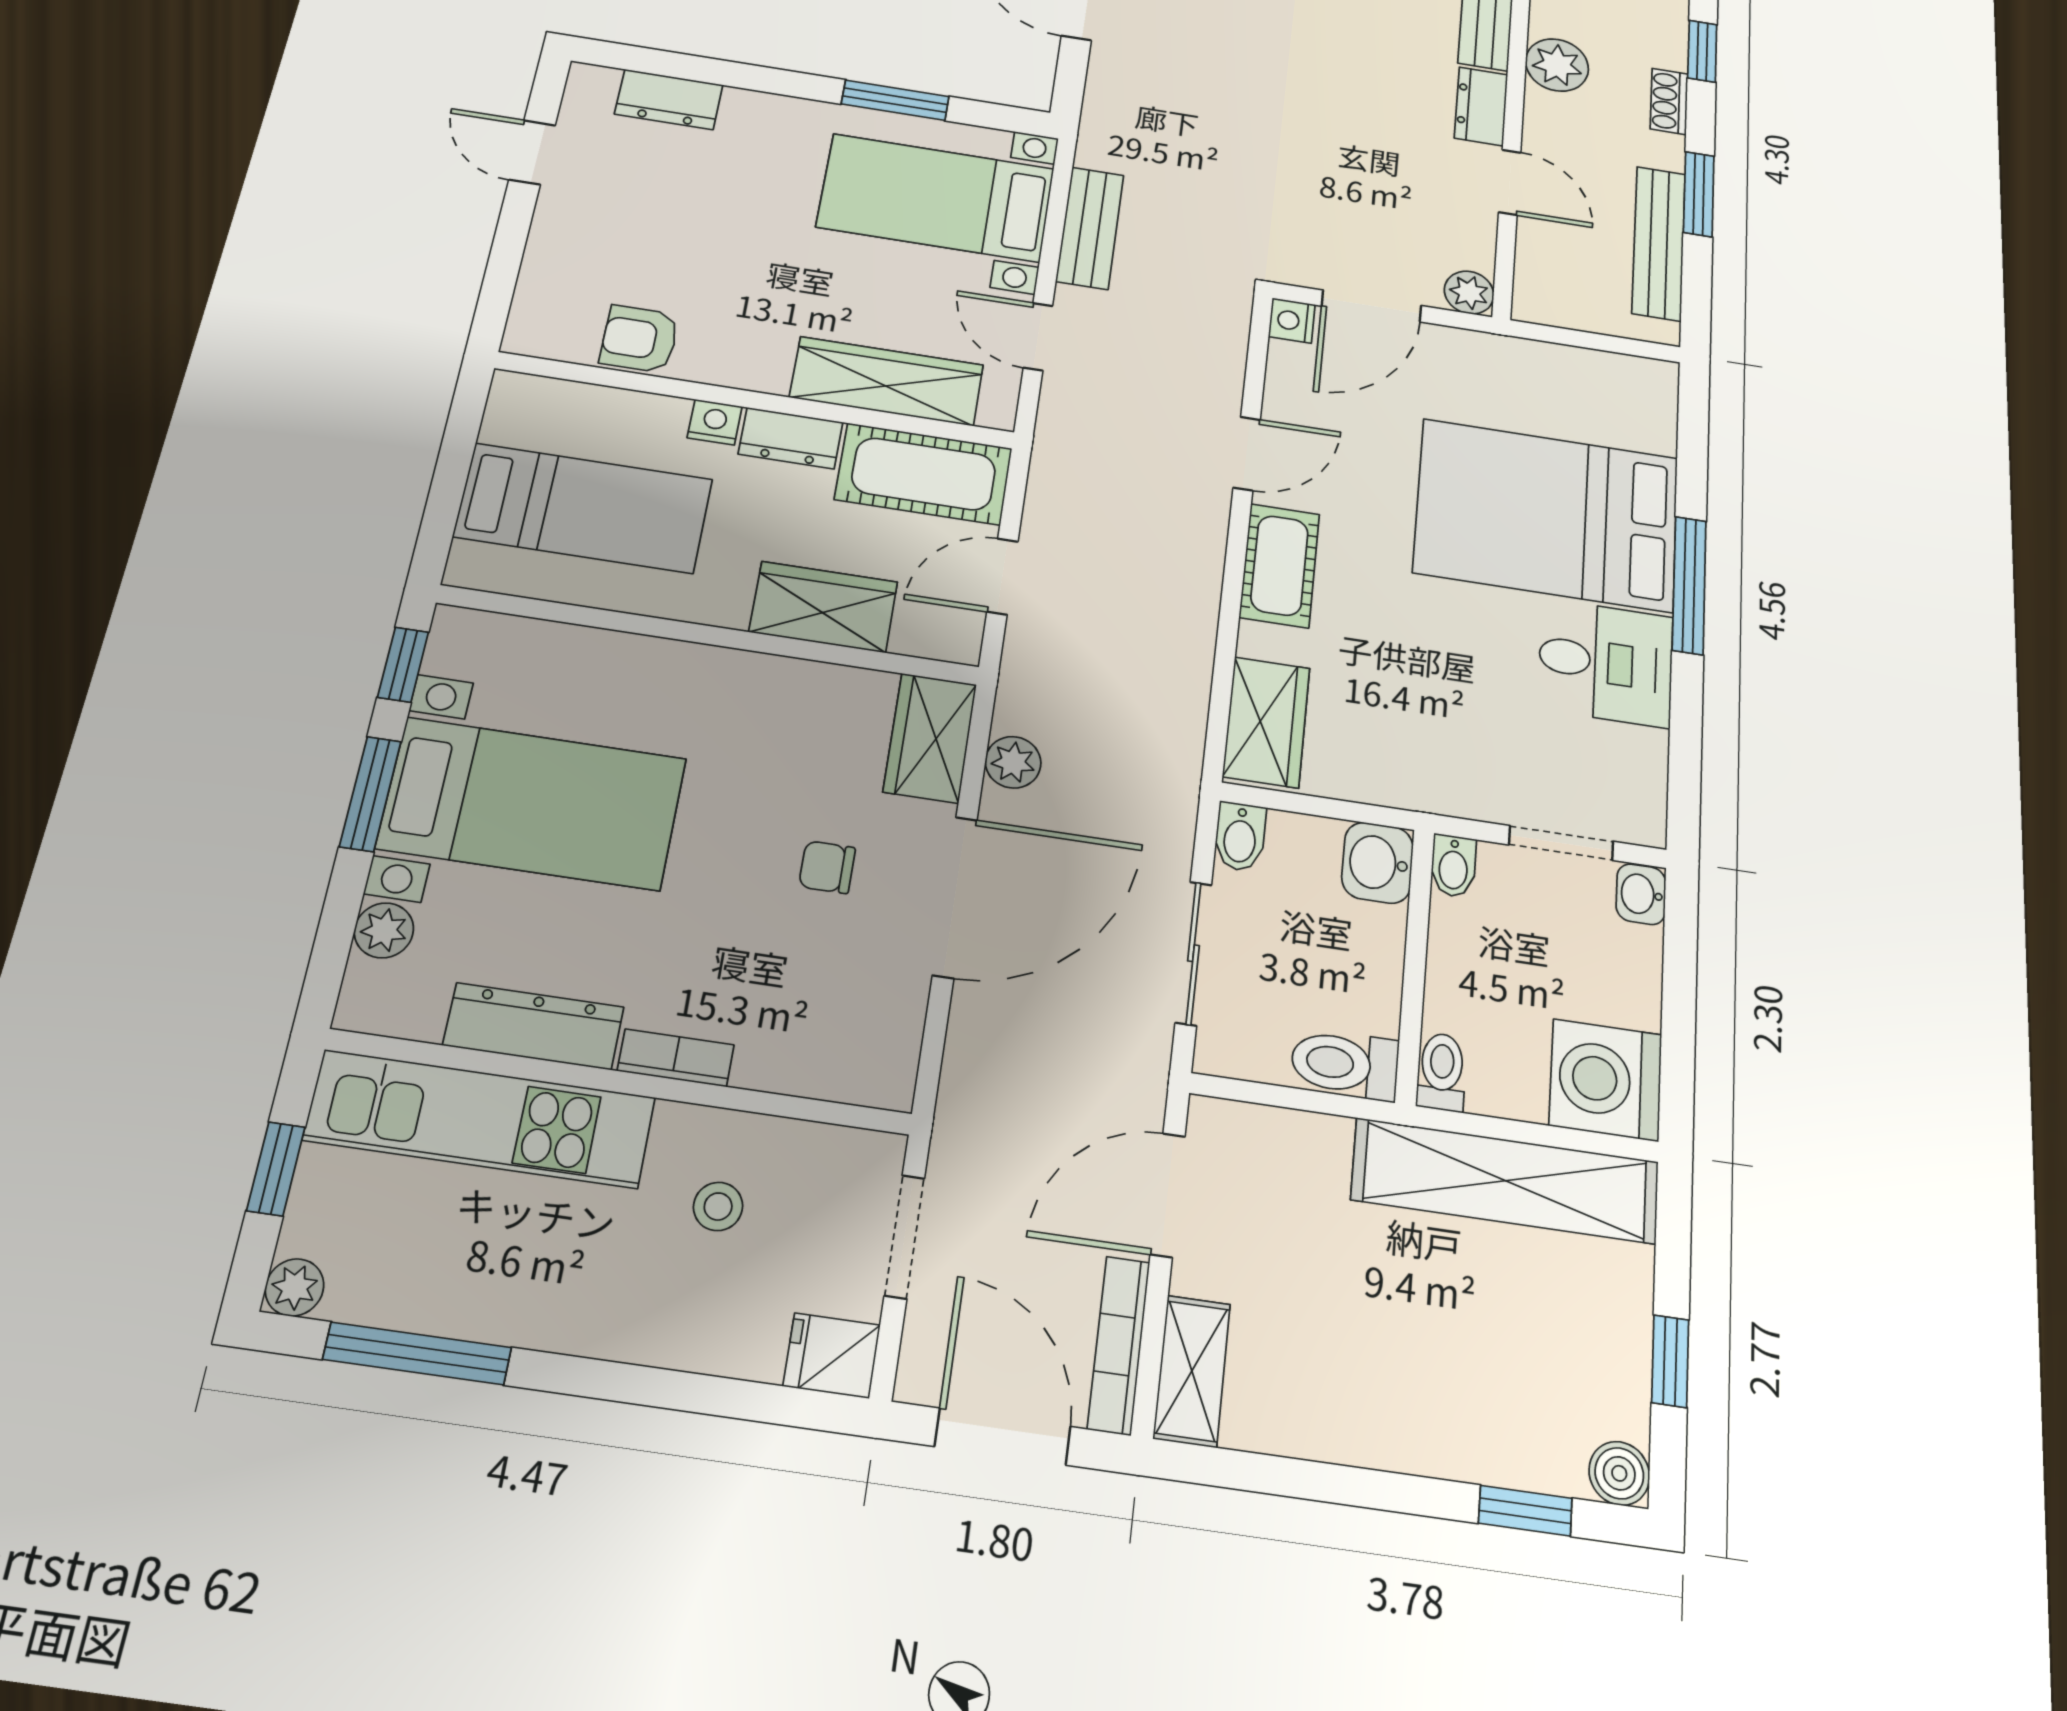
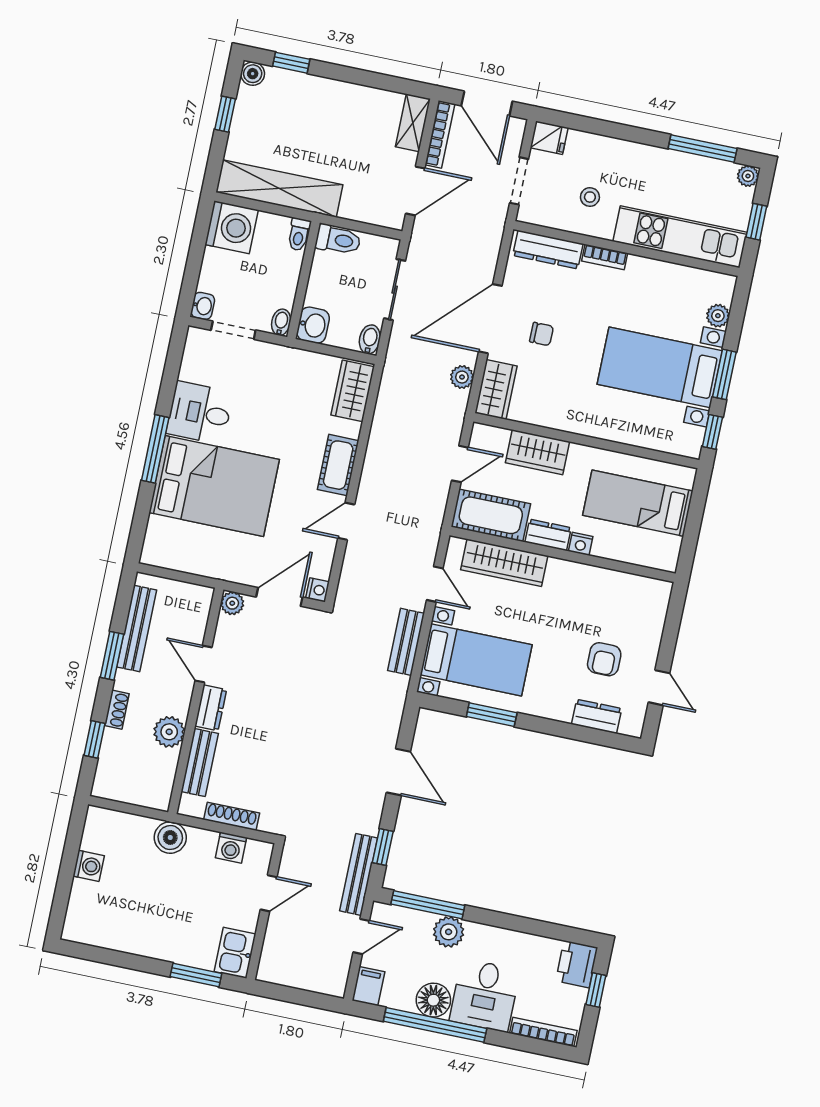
armchair: (639, 339) -> (604, 659), moved, turned 90
dresser: (534, 1026) -> (548, 250), moved

